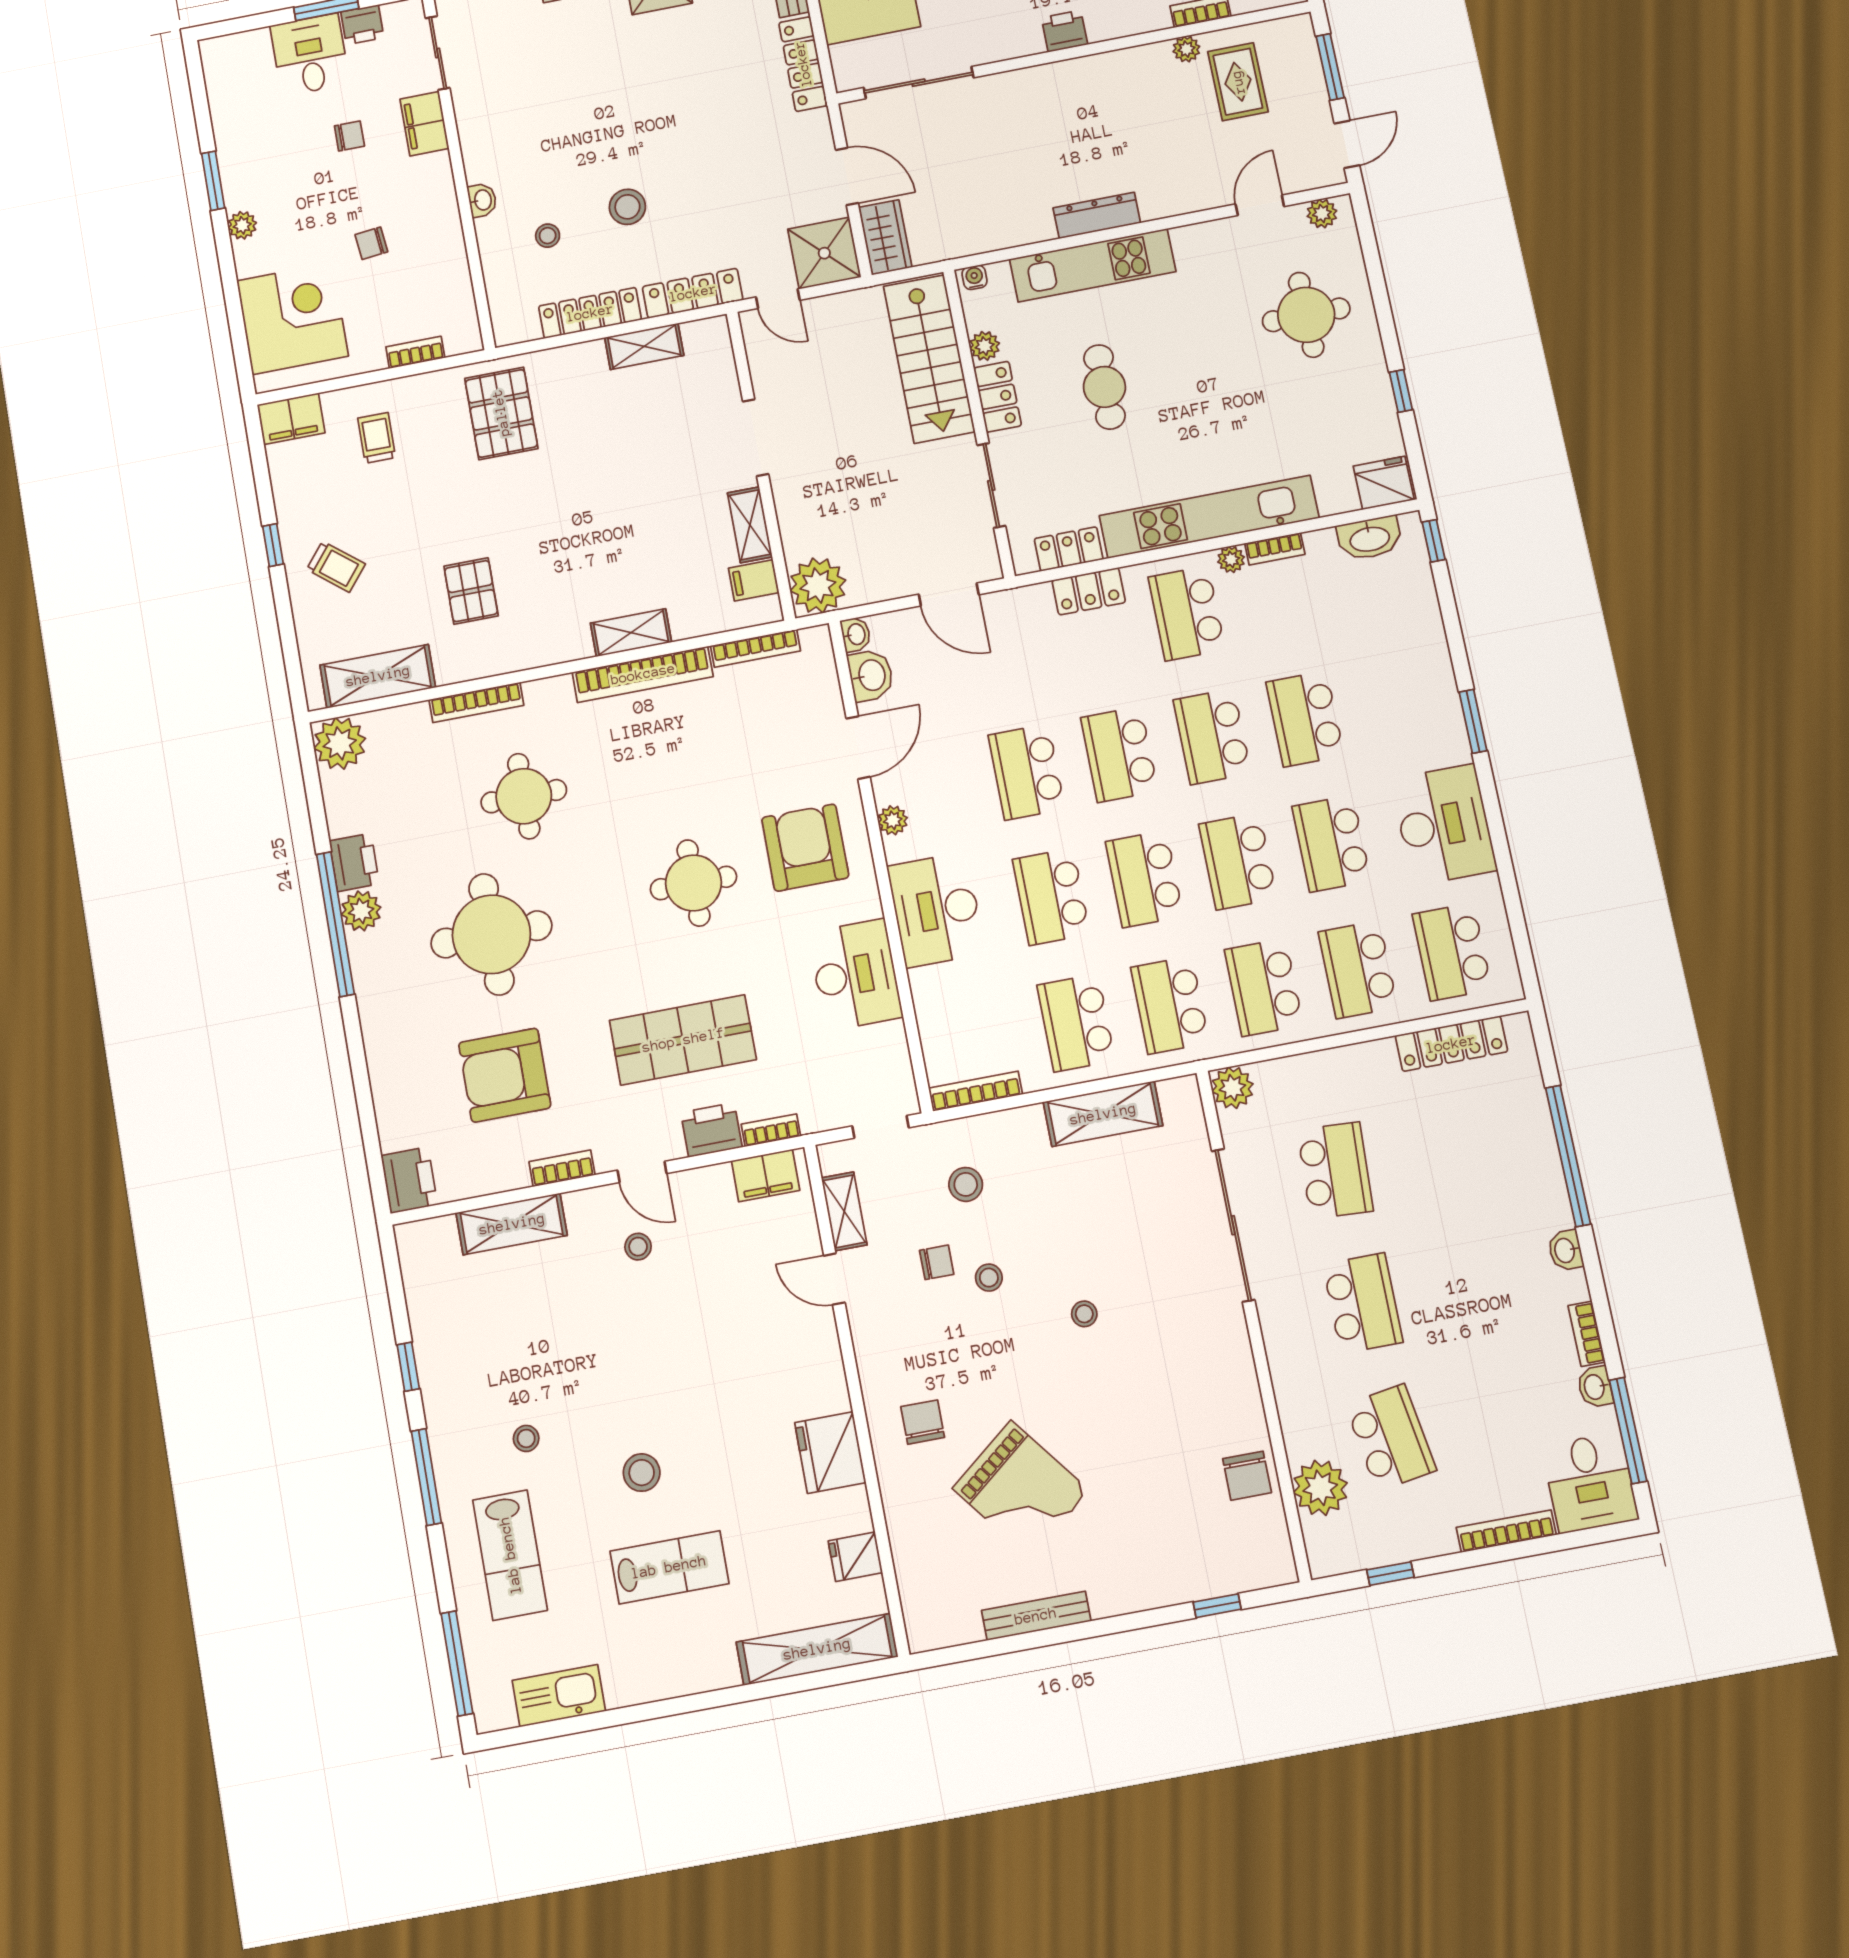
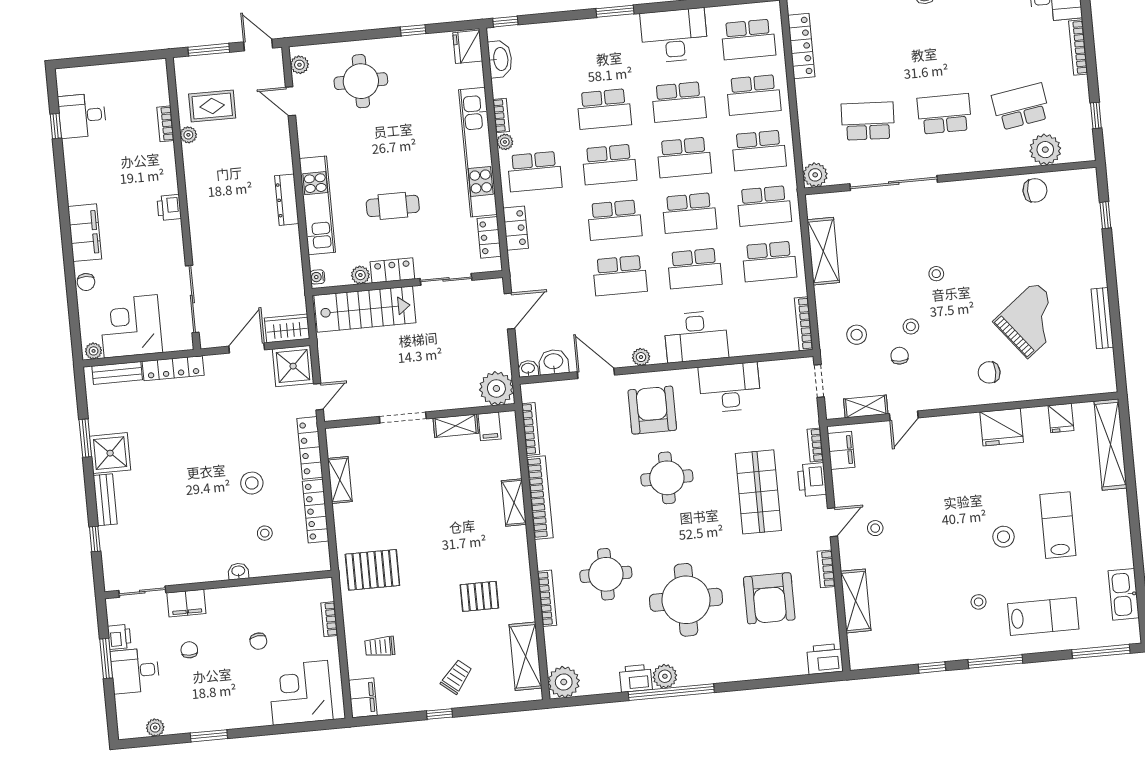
plant: (242, 225) -> (155, 728), moved
armchair: (805, 848) -> (652, 410), turned 90

